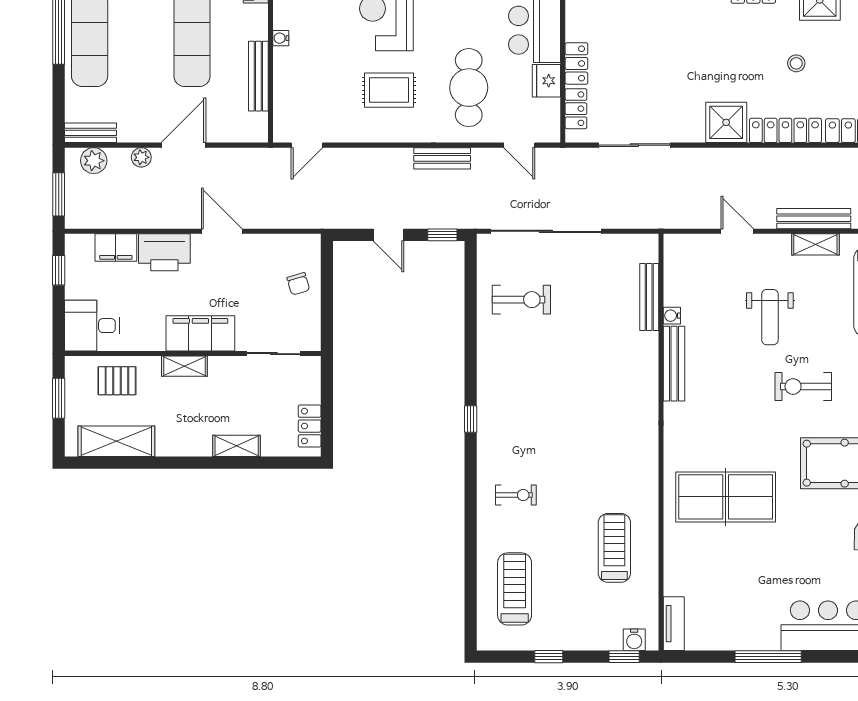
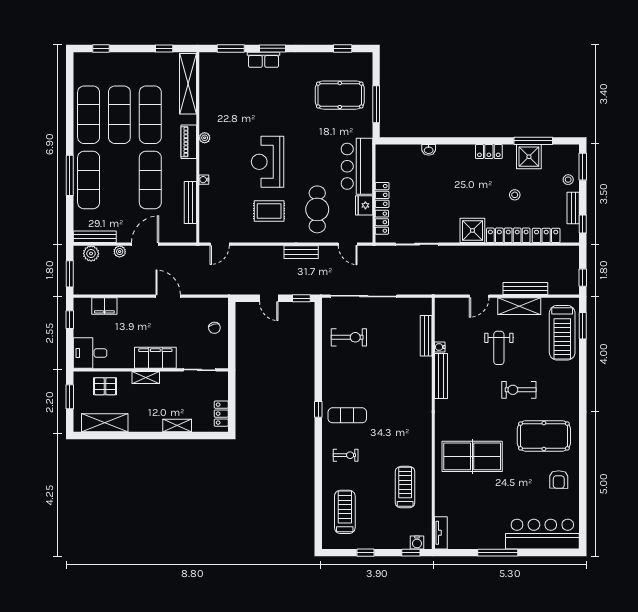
bench: (90, 133) -> (95, 237), width x1.36
door: (737, 231) -> (479, 296), swing flipped
shelving: (815, 244) -> (519, 306), width x1.50, depth x1.33
printer: (164, 252) -> (134, 309), removed
exercise mat: (519, 429) -> (347, 415), added

